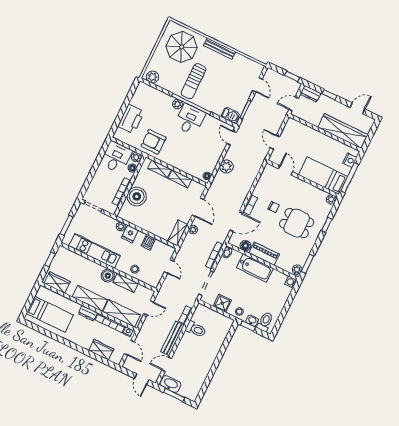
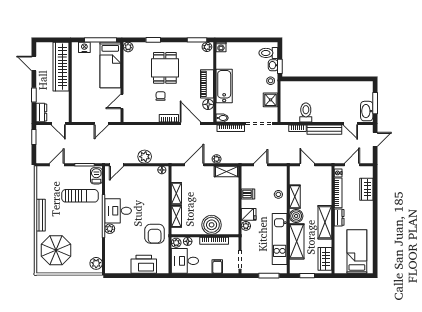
sun lounger: (194, 81) -> (80, 196), moved
filing cabinet: (97, 184) -> (217, 266), added
shelving: (122, 313) -> (297, 241), moved

